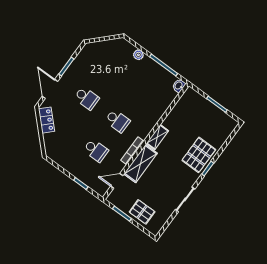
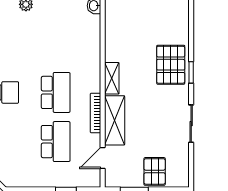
school desk: (117, 121) -> (56, 92), width x1.85
school desk: (96, 150) -> (56, 142), width x1.85
pallet: (142, 212) -> (155, 171), turned 90

